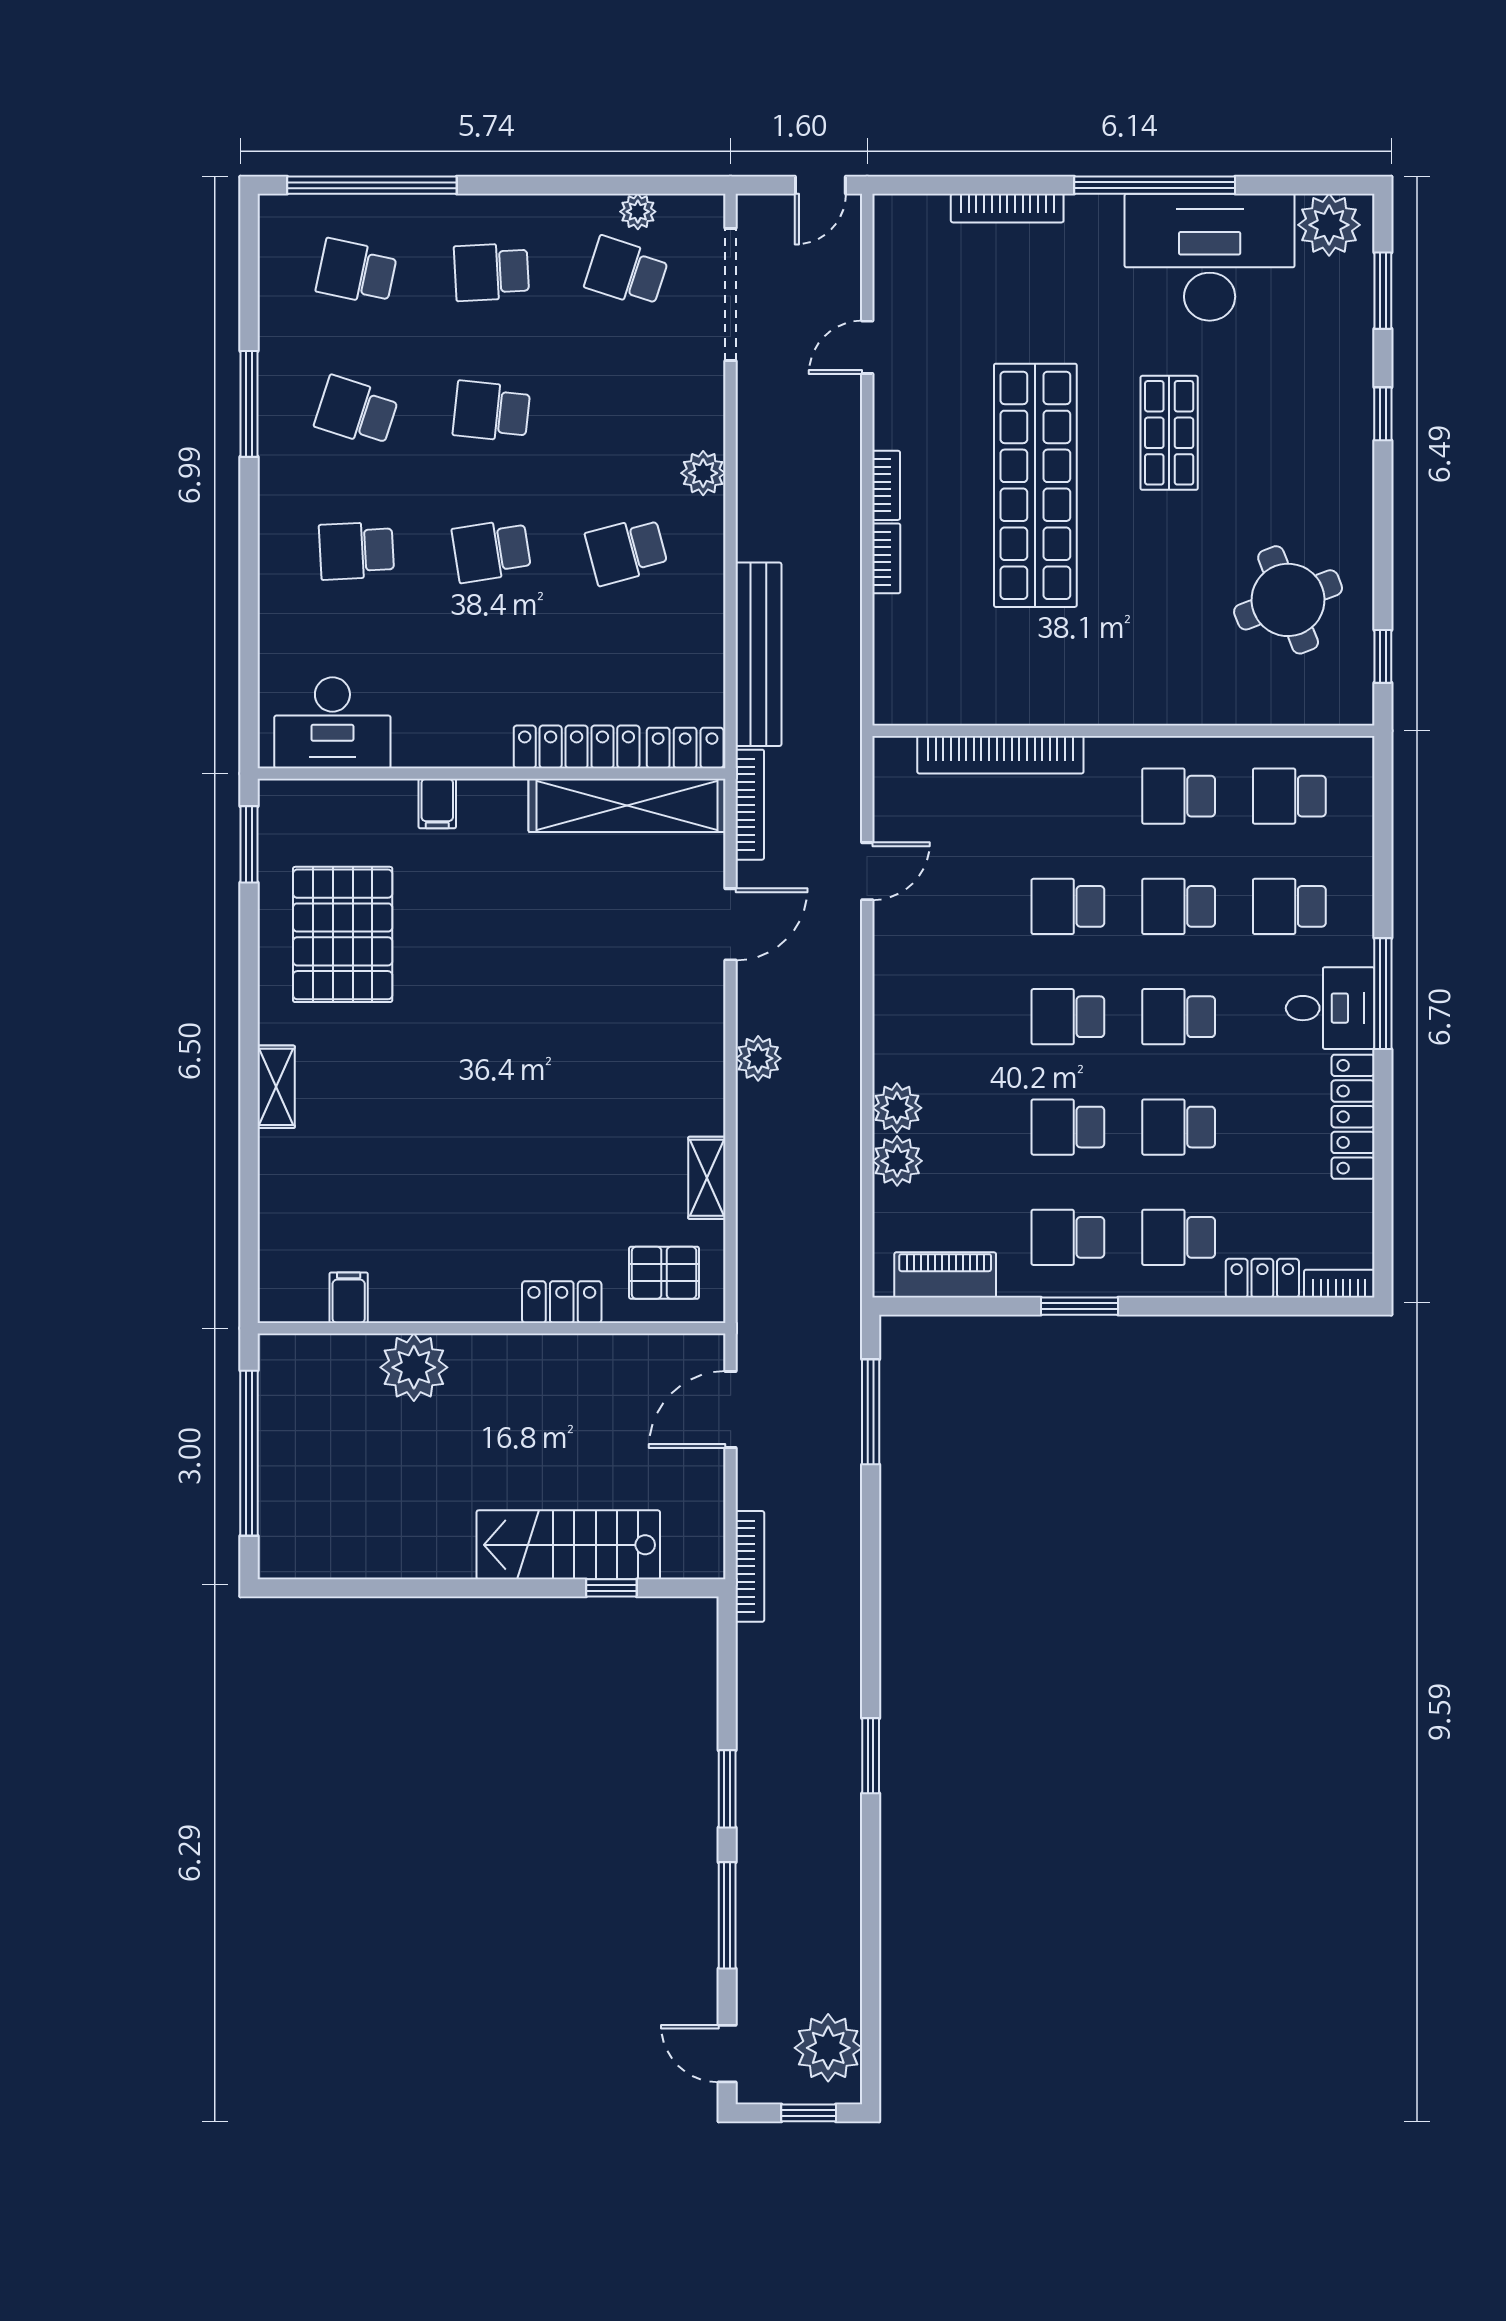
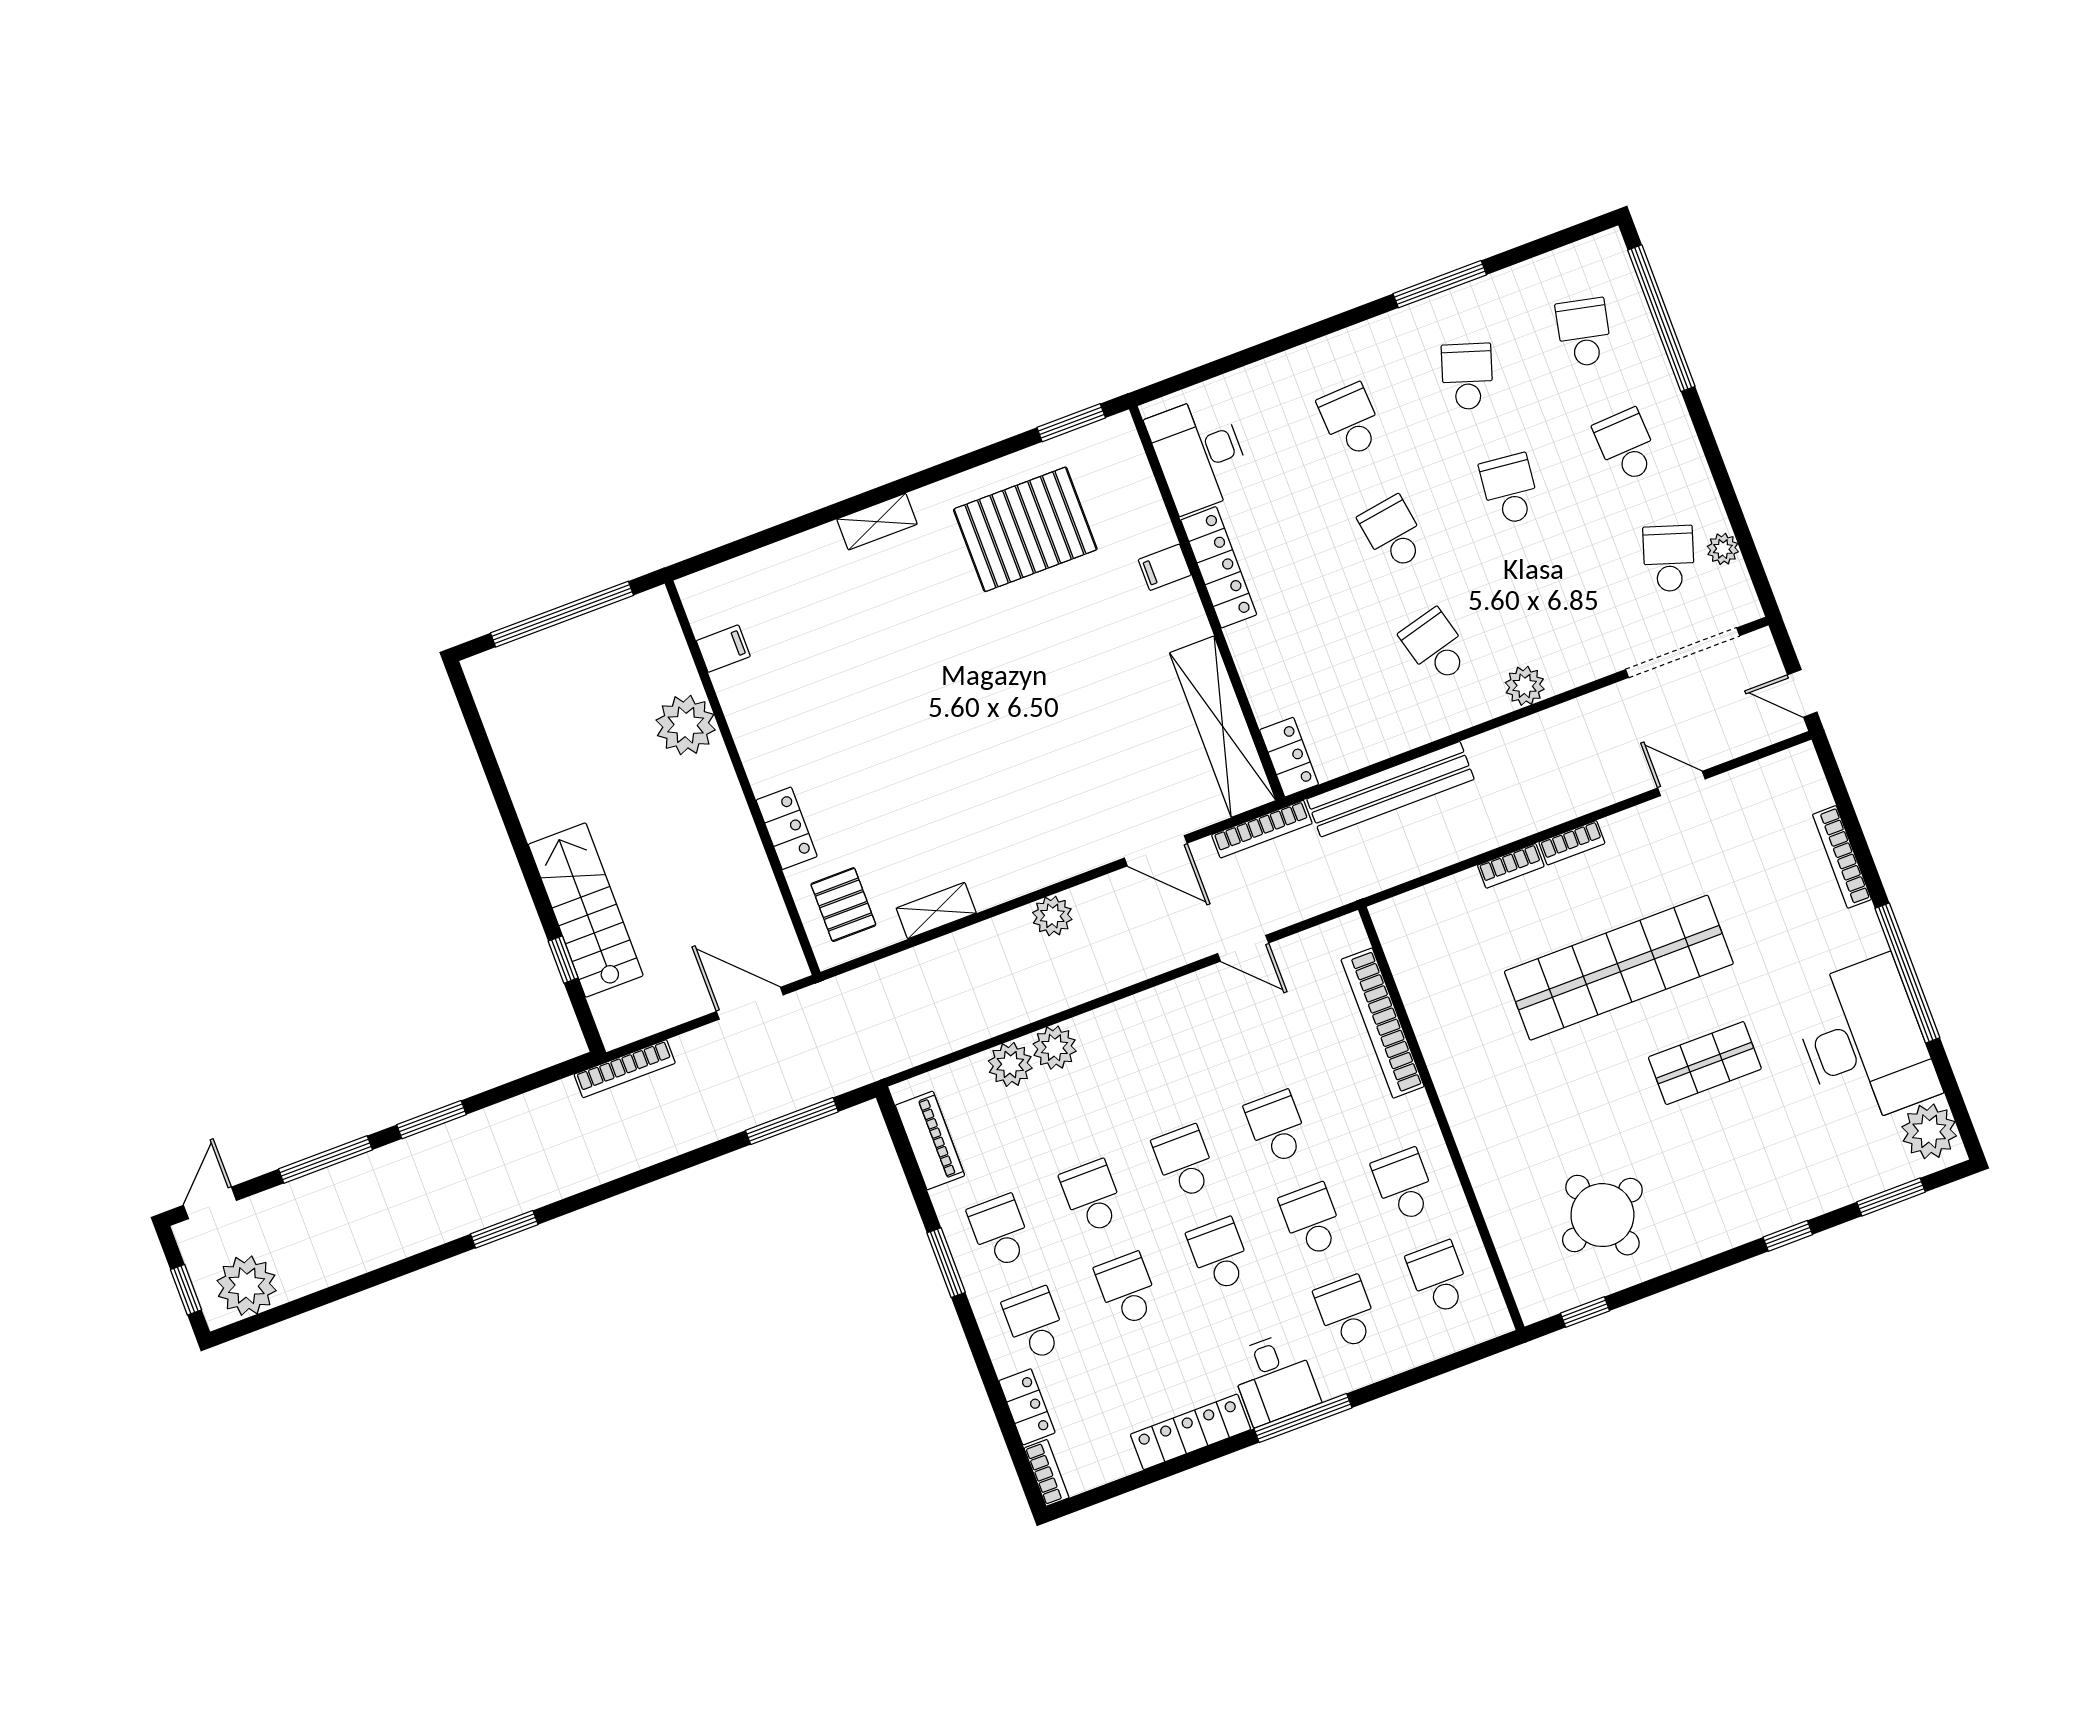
locker: (577, 747) -> (1219, 567), moved

